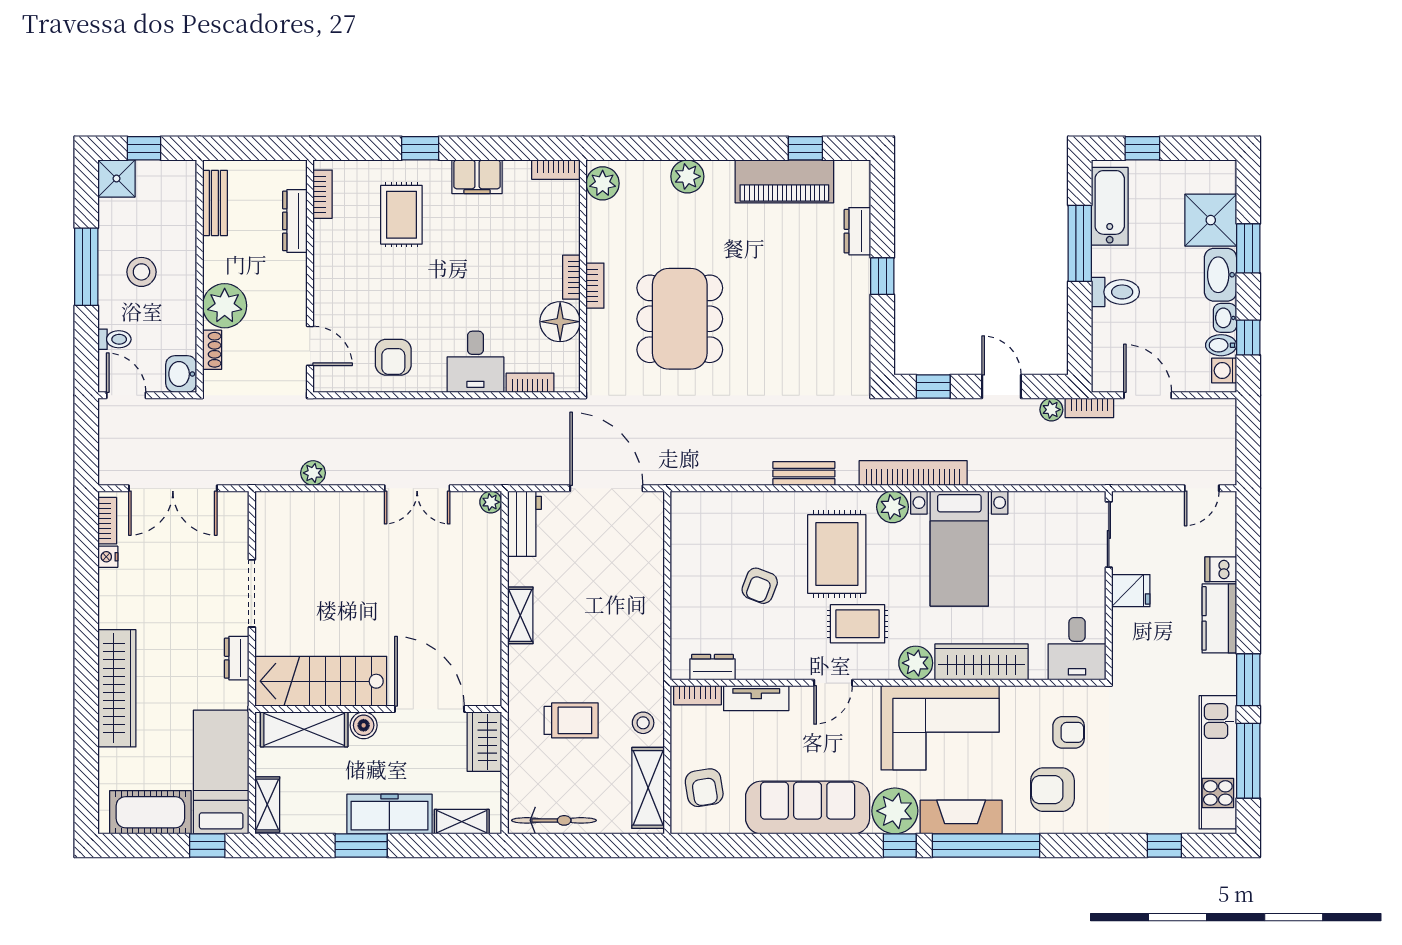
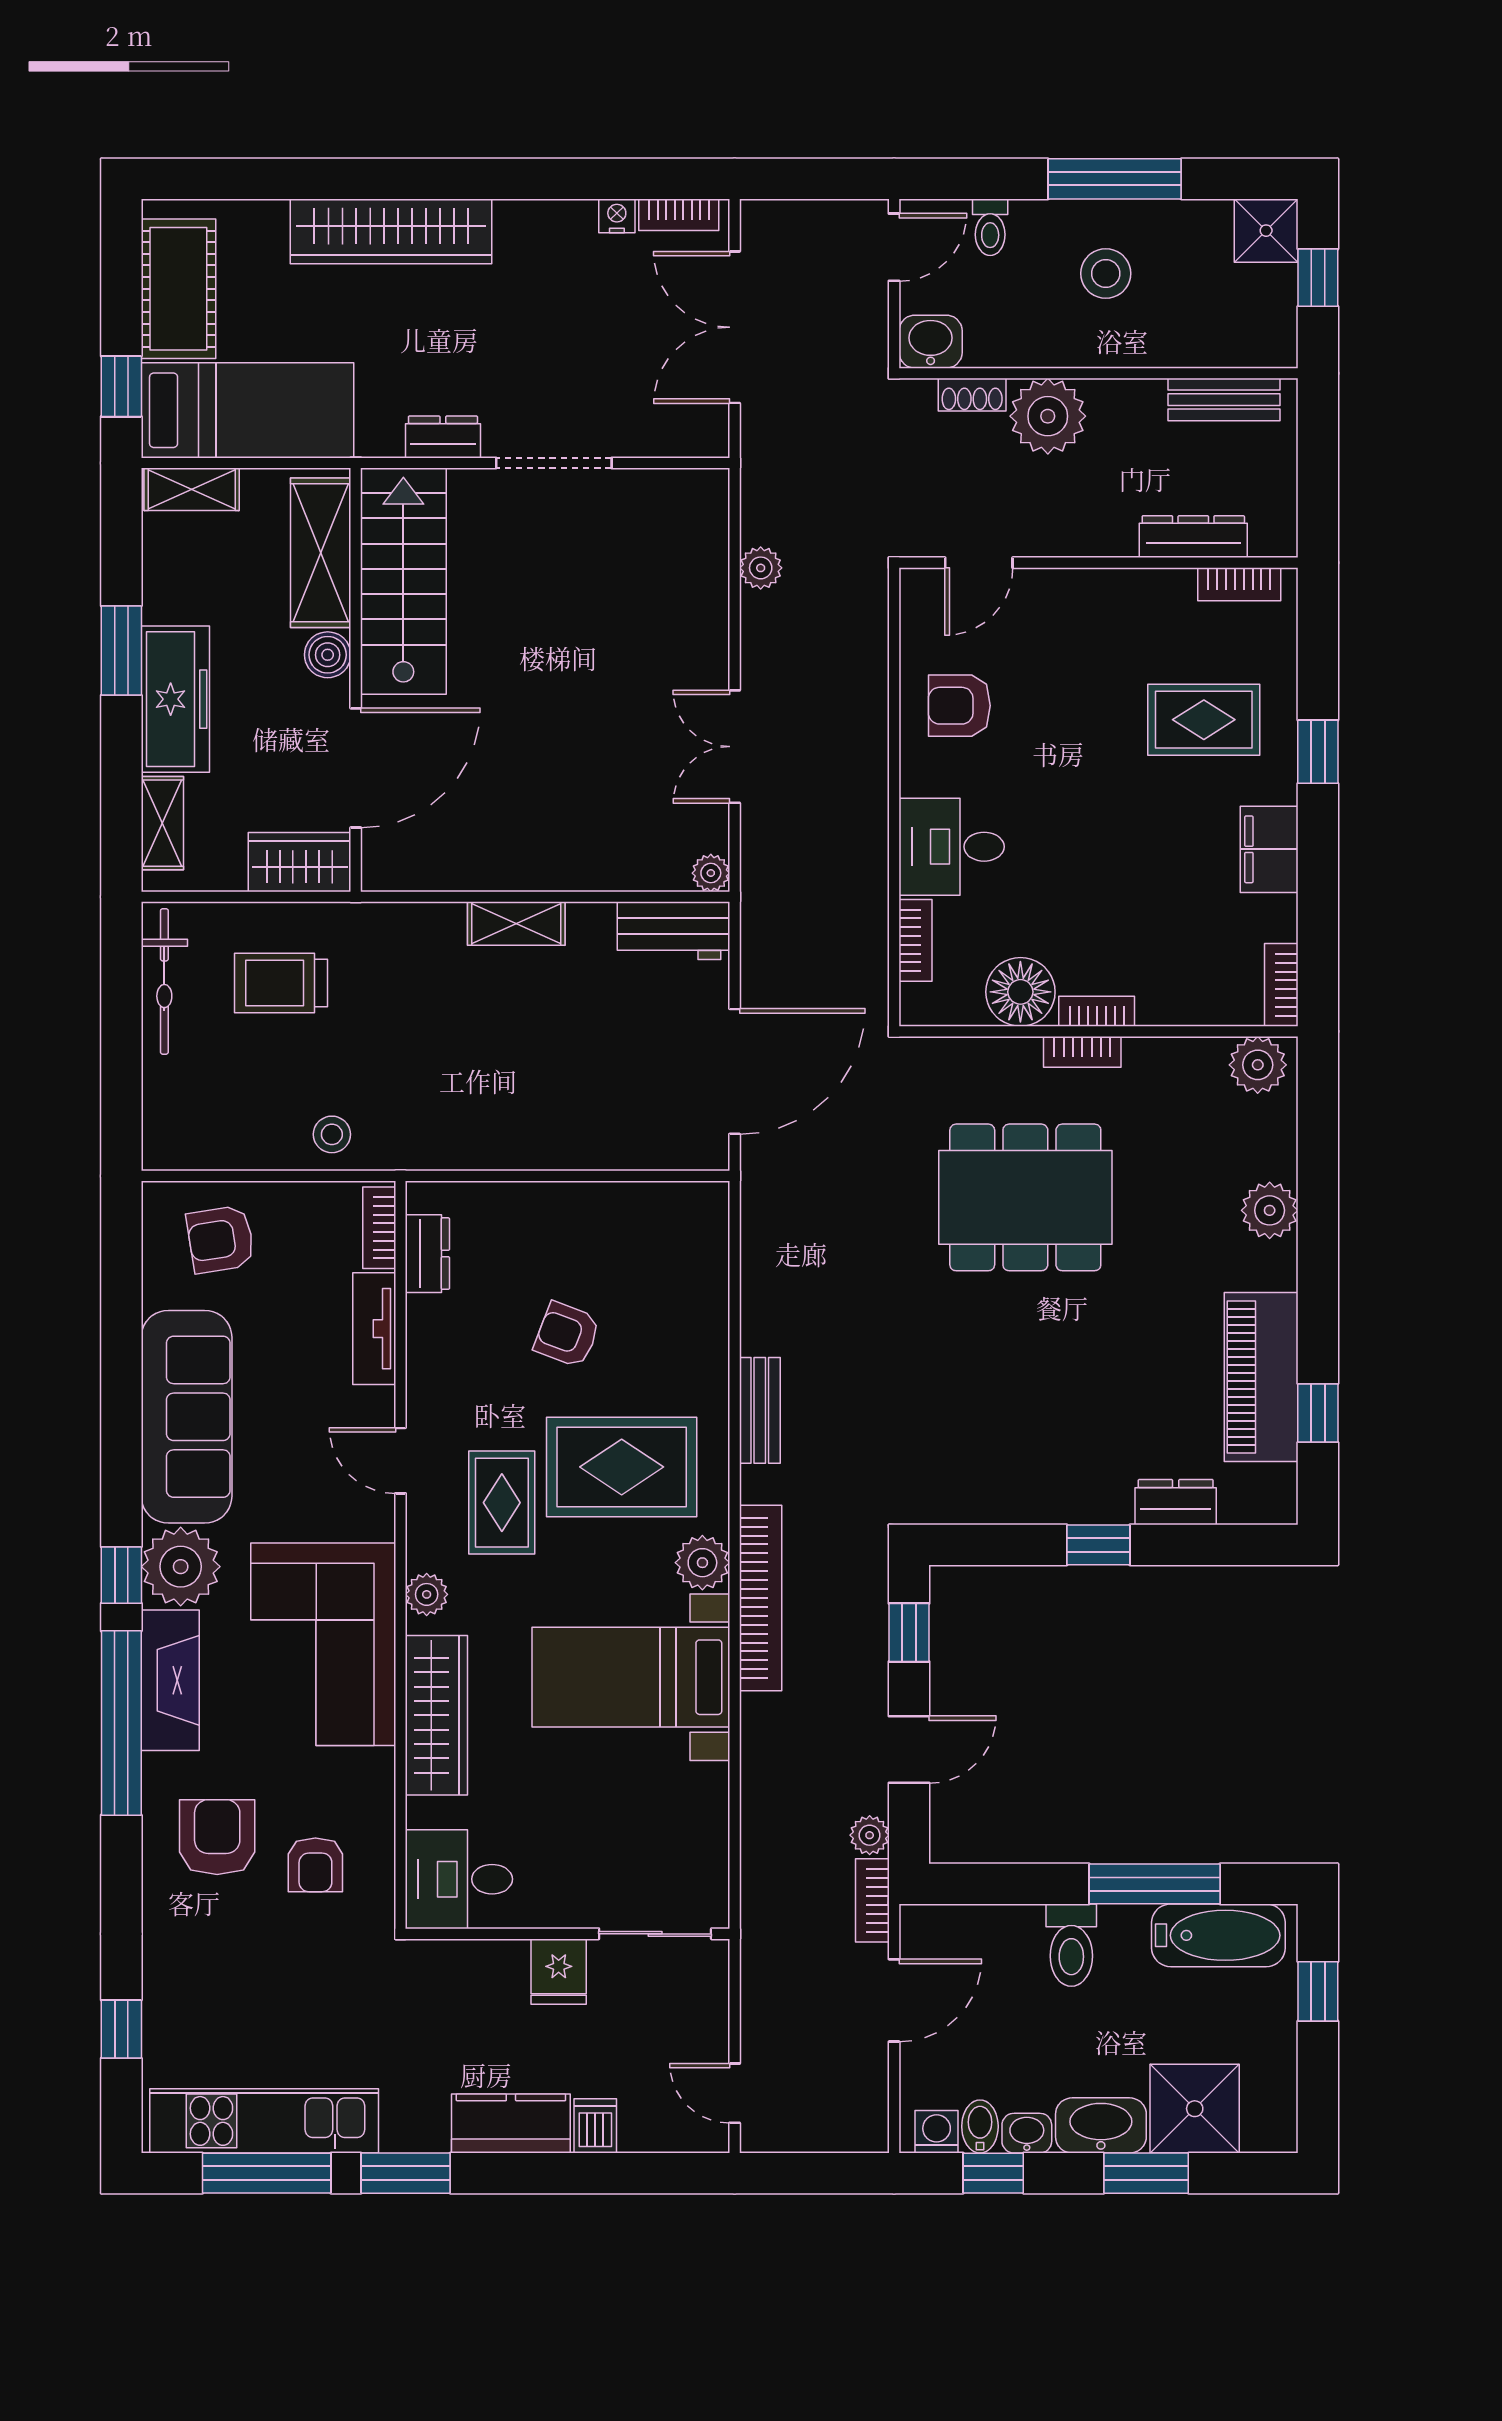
plant: (916, 663) -> (427, 1594), width x0.73, depth x0.73
trolley: (571, 720) -> (281, 983), moved, turned 90
shelving: (648, 788) -> (220, 1143), removed

